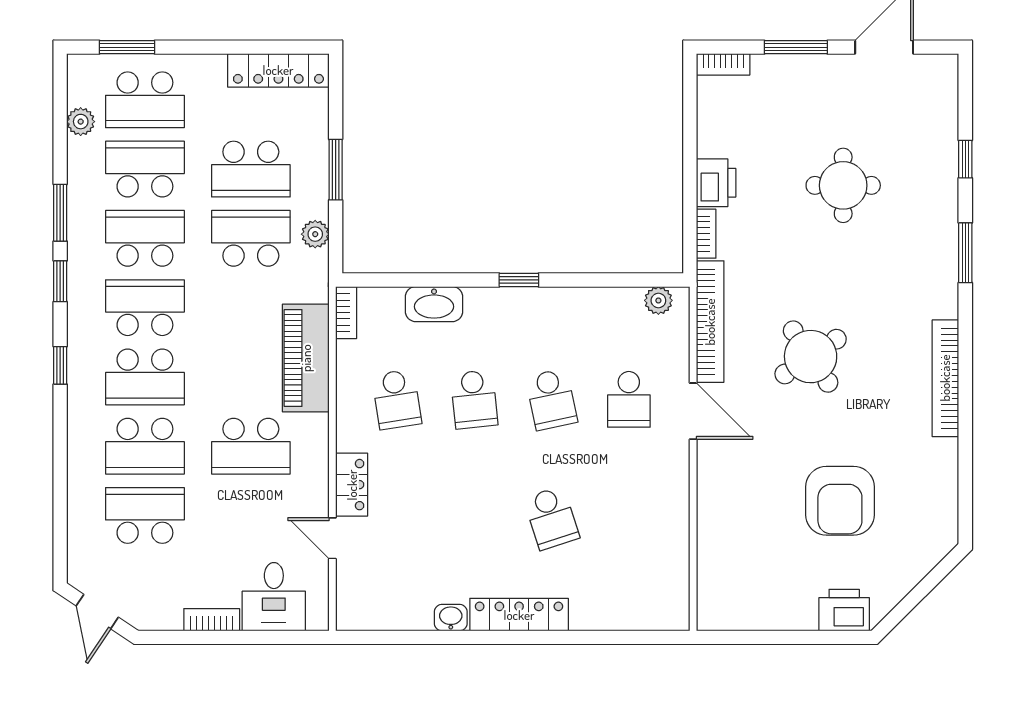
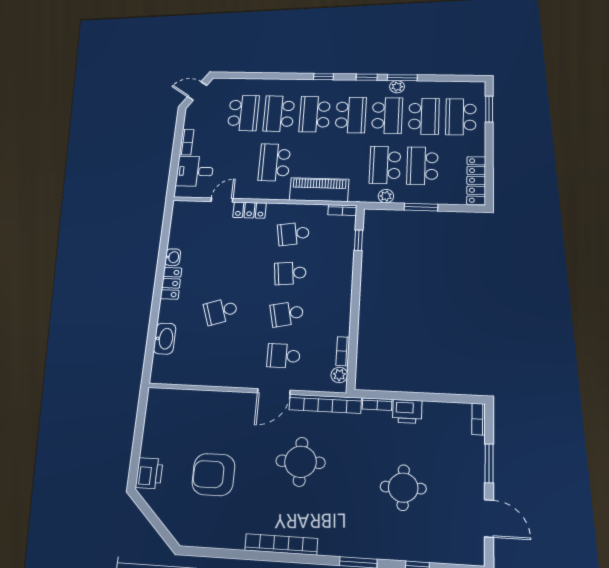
plant: (81, 122) -> (397, 87), moved
school desk: (251, 238) -> (385, 165), turned 180
window: (519, 280) -> (359, 240), moved
bookcase: (616, 297) -> (343, 351), added
washbasin: (434, 304) -> (165, 339), moved, turned 180
round table: (811, 357) -> (301, 462), turned 34
locker: (519, 615) -> (171, 283), width x0.66

